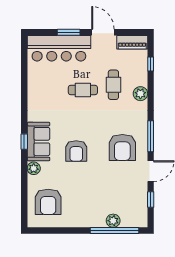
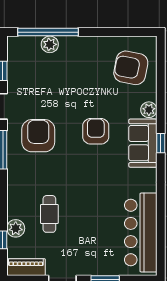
bar counter: (59, 48) -> (141, 232), moved, turned -90
cafe table: (83, 90) -> (88, 207), removed
plant: (140, 94) -> (16, 228), moved
armchair: (48, 202) -> (131, 68), turned -79

